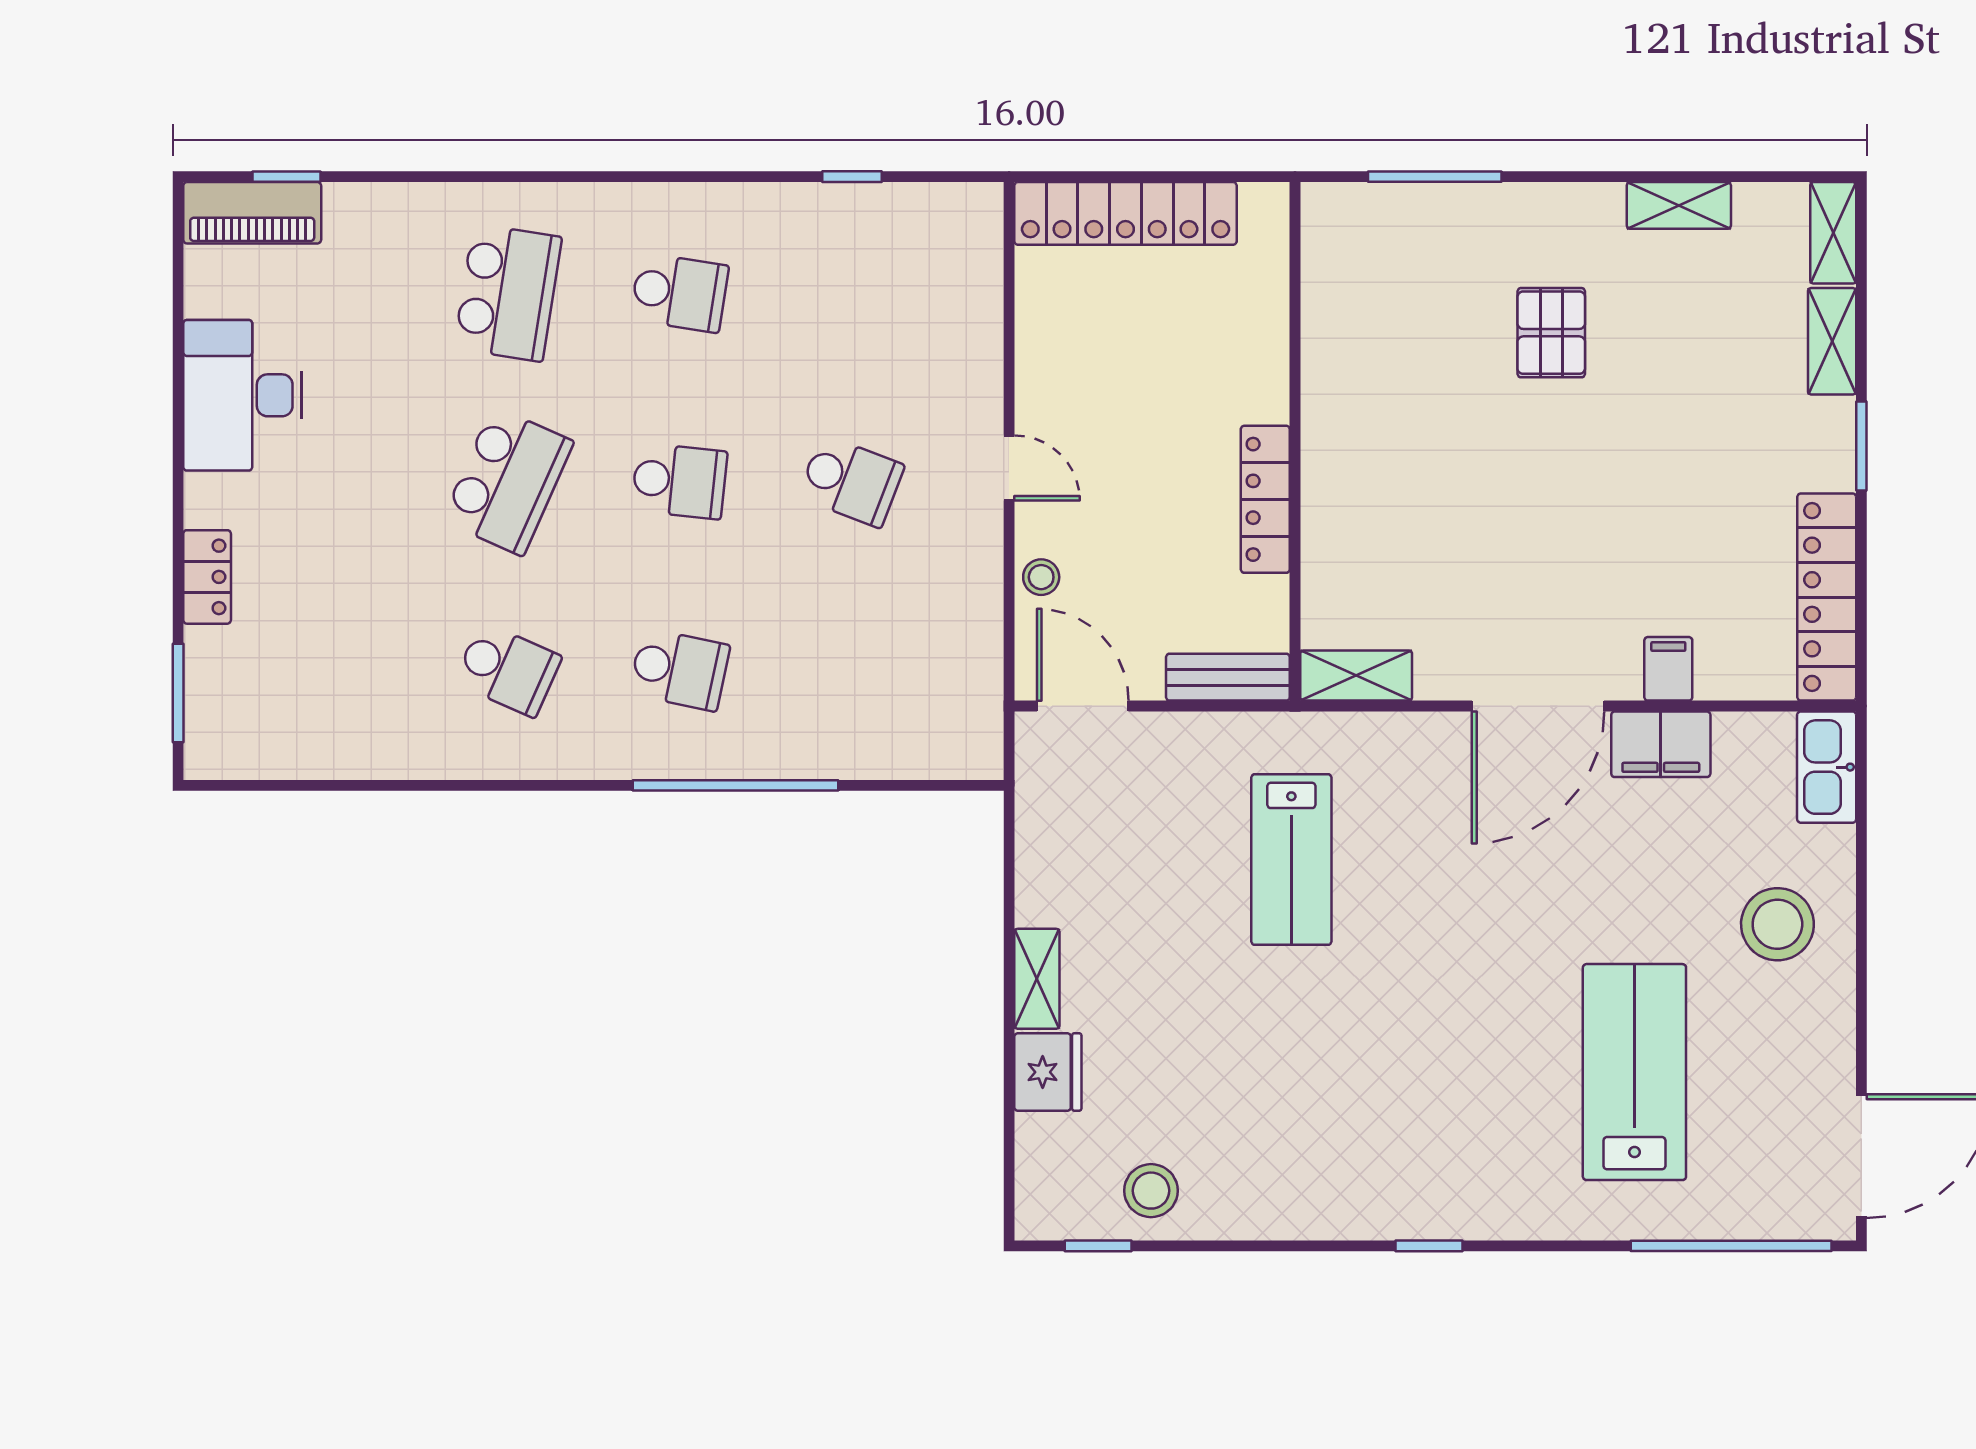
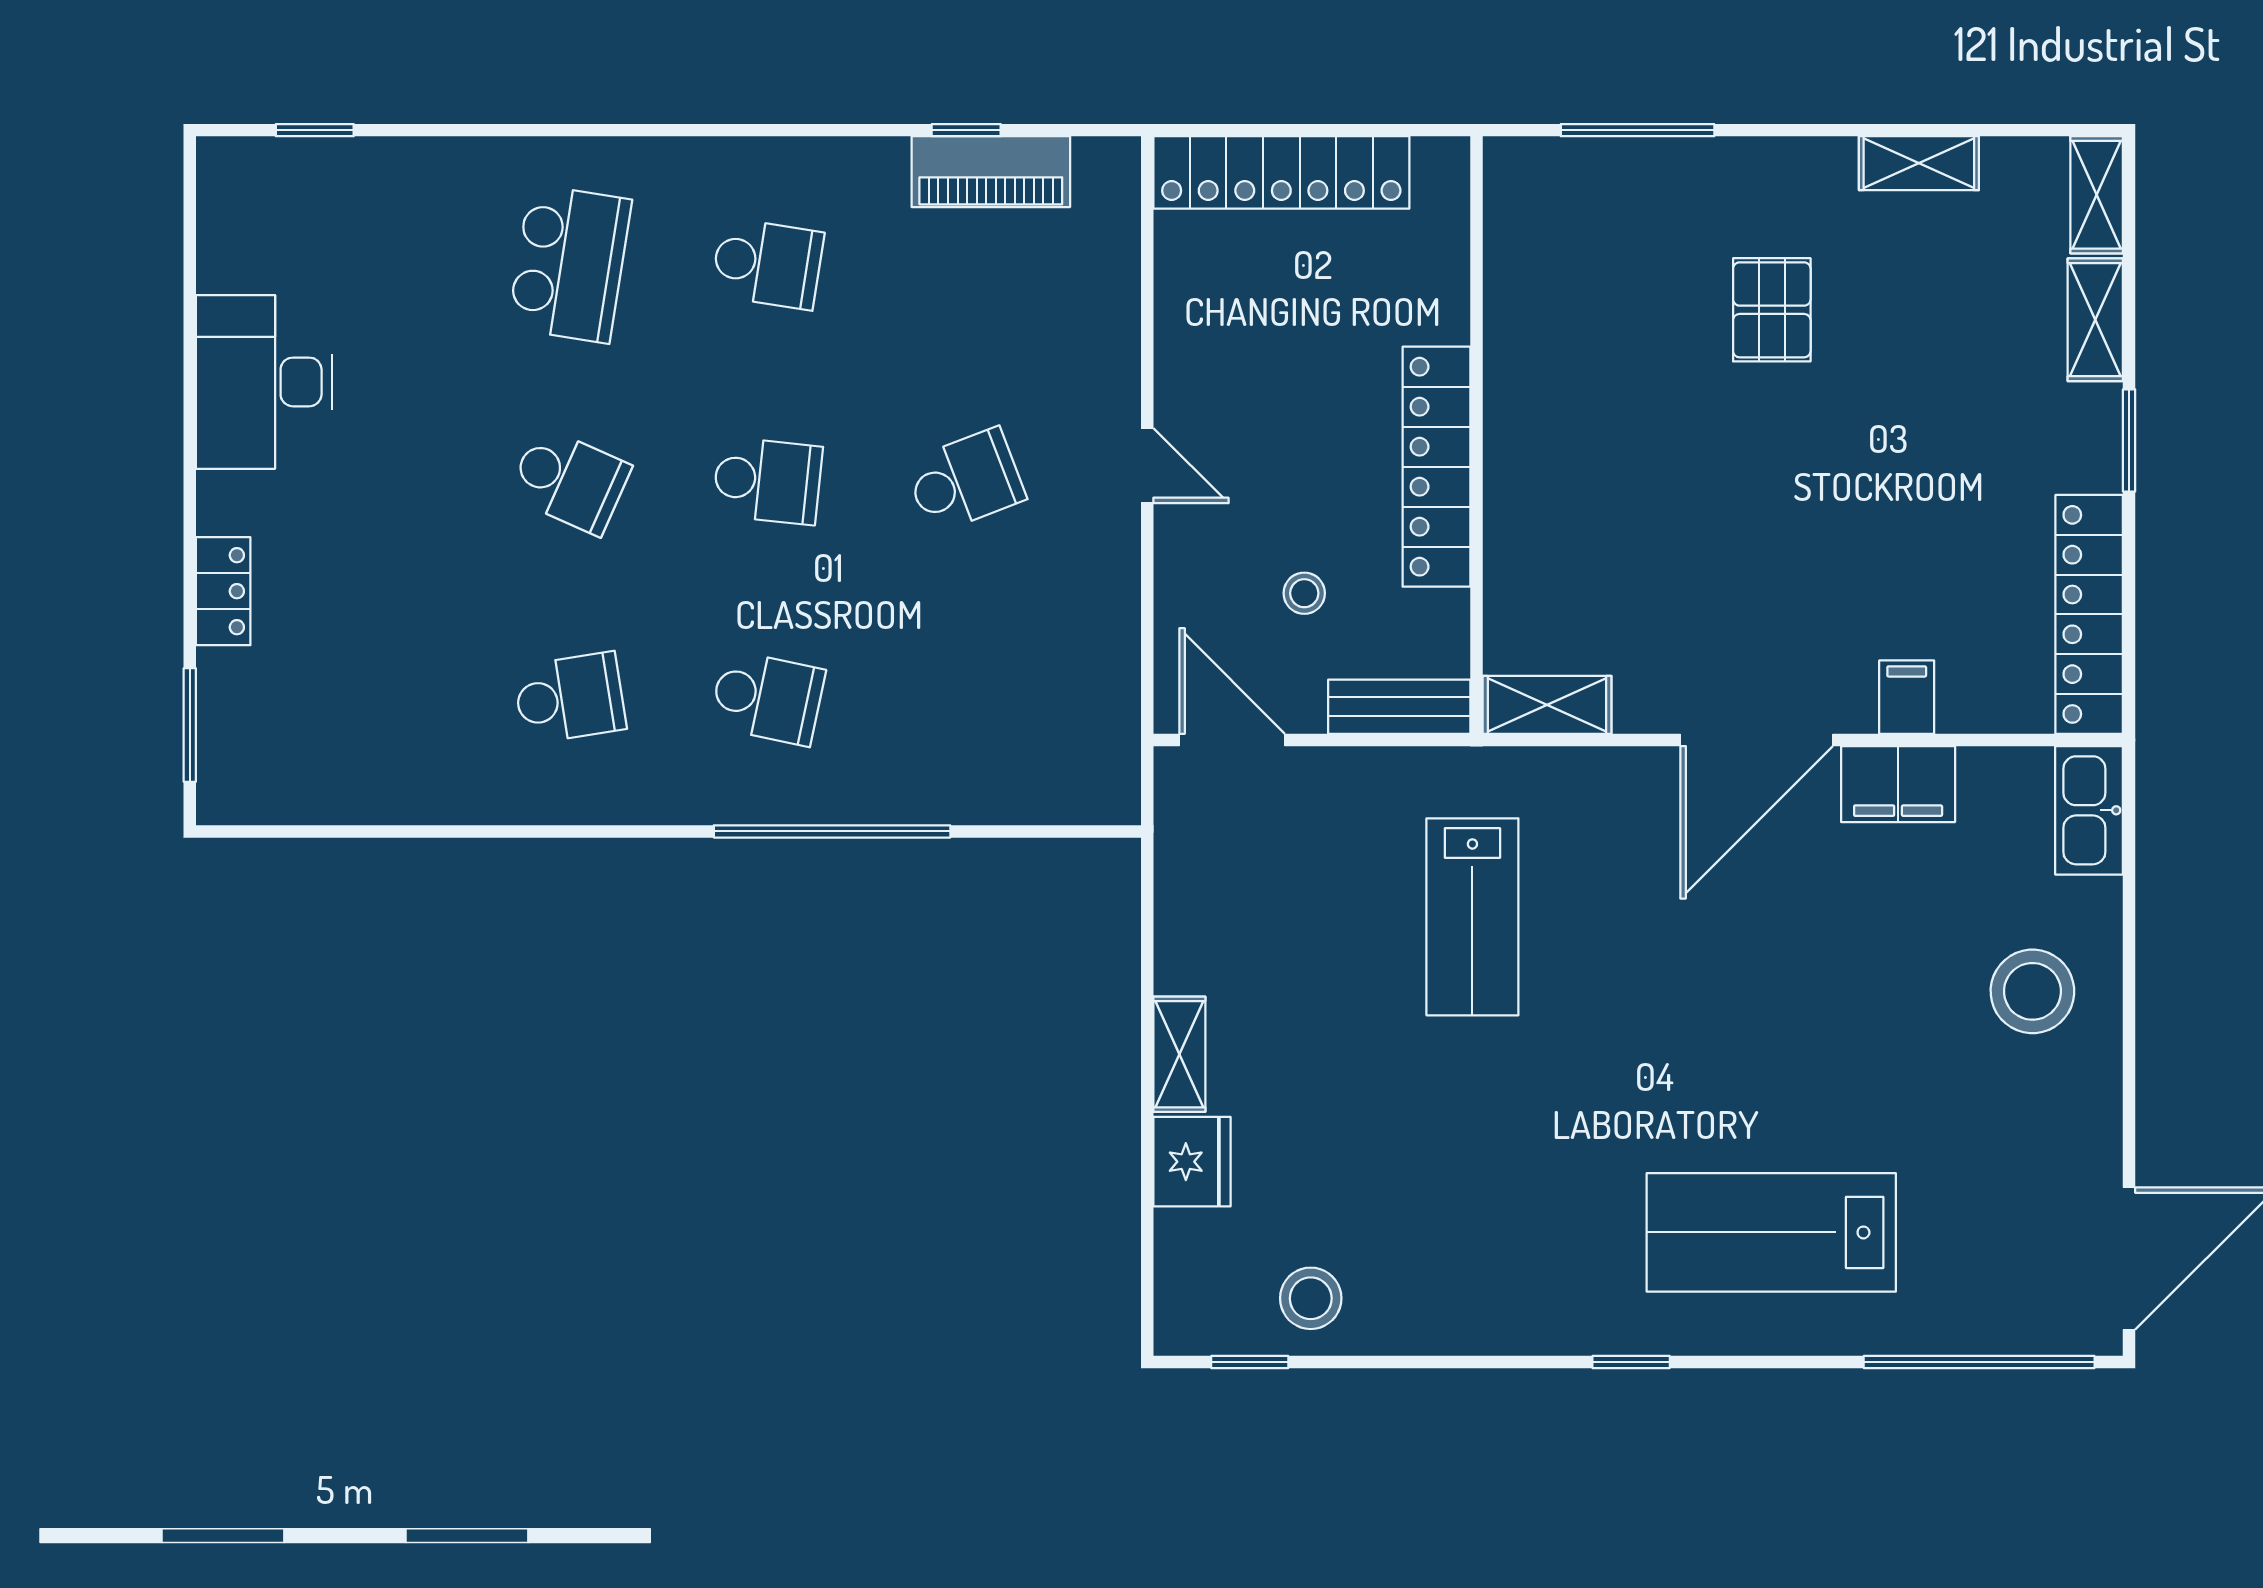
piano: (252, 213) -> (991, 172), moved
school desk: (508, 481) -> (570, 481), width x0.54
school desk: (851, 481) -> (965, 481), turned -42
locker: (1265, 499) -> (1437, 467), width x1.41, depth x1.21
stool: (1041, 577) -> (1304, 593), moved
school desk: (508, 669) -> (570, 698), turned -33
lab bench: (1634, 1072) -> (1771, 1232), moved, turned -90

